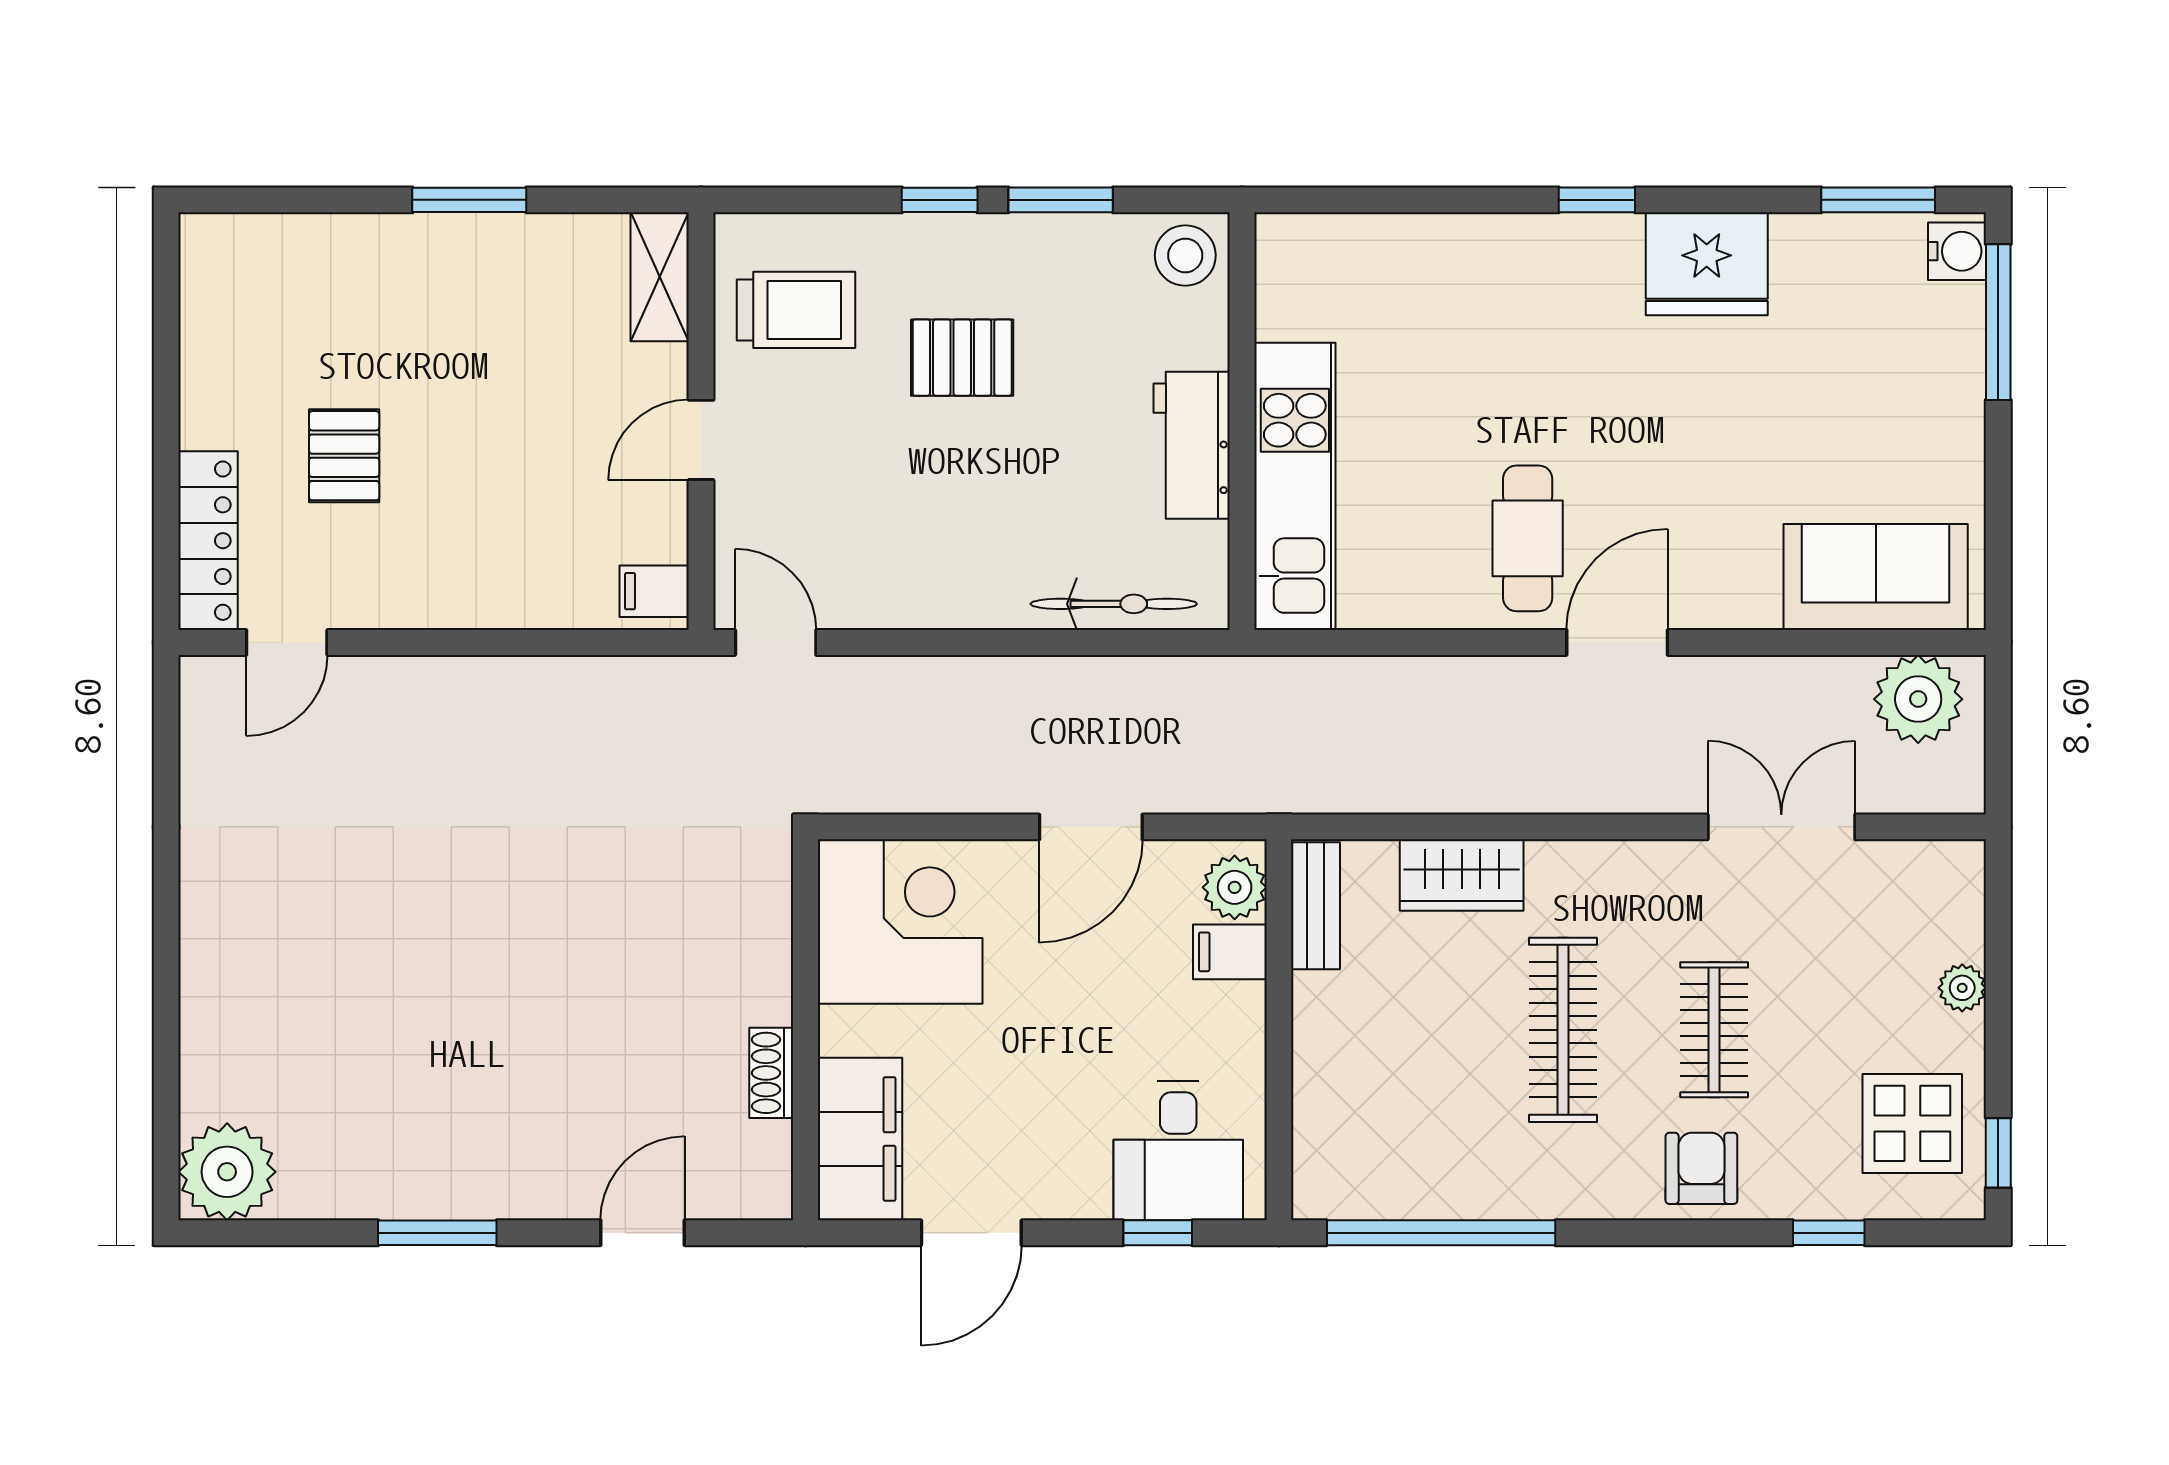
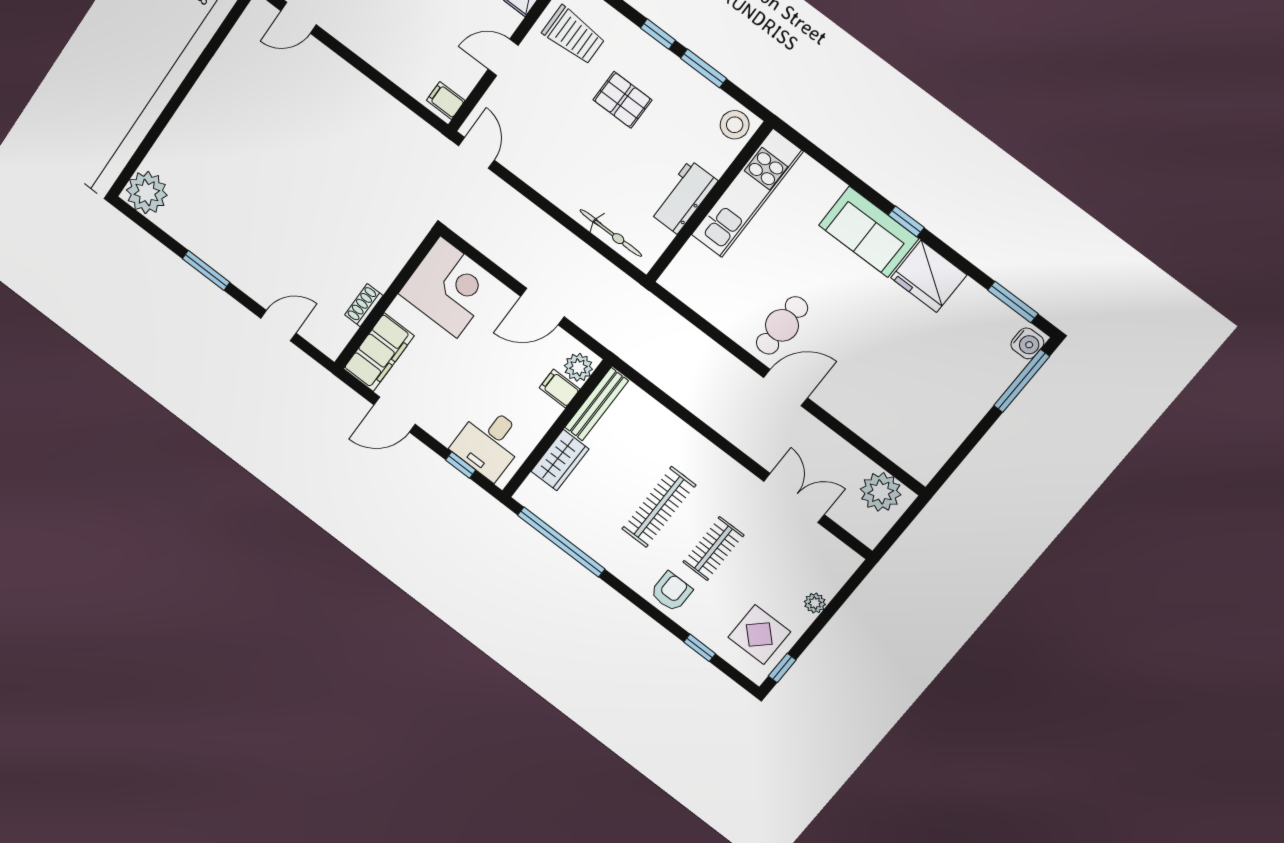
kitchen unit: (1295, 486) -> (747, 193), moved
sofa: (1876, 577) -> (869, 232), moved, turned 180
wardrobe: (1462, 875) -> (560, 460), moved, turned -90
bench: (1315, 906) -> (597, 404), width x1.36

